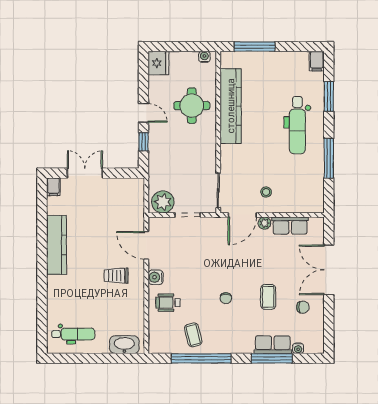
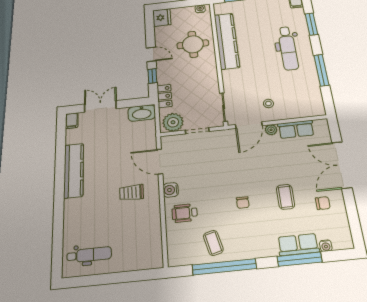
locker: (156, 169) -> (165, 96), added
washbasin: (124, 345) -> (142, 113), moved, turned 180

